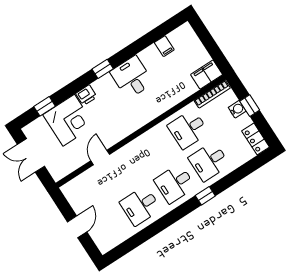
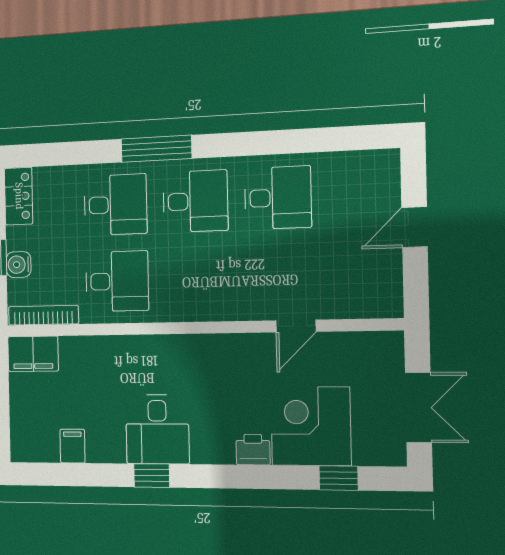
window: (103, 69) -> (152, 476), moved
window: (205, 196) -> (156, 149), width x2.17

